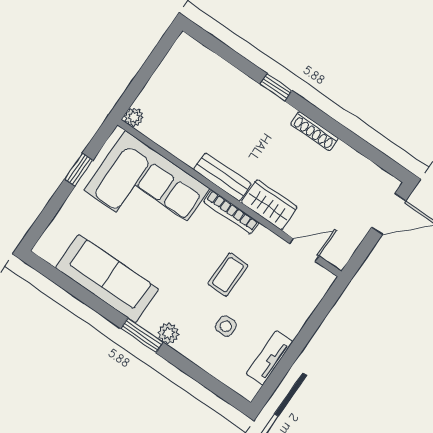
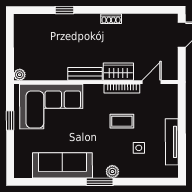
window: (276, 87) -> (65, 10), moved
shoe rack: (314, 131) -> (111, 19), width x0.70
bookcase: (231, 212) -> (122, 89), moved
coffee table: (228, 275) -> (122, 121), turned 90
tv unit: (270, 358) -> (172, 142), width x1.41

